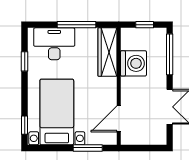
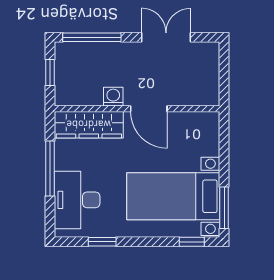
washing machine: (133, 63) -> (113, 97), width x0.53, depth x0.53
door: (119, 119) -> (149, 109), moved
window: (88, 148) -> (224, 208), moved

